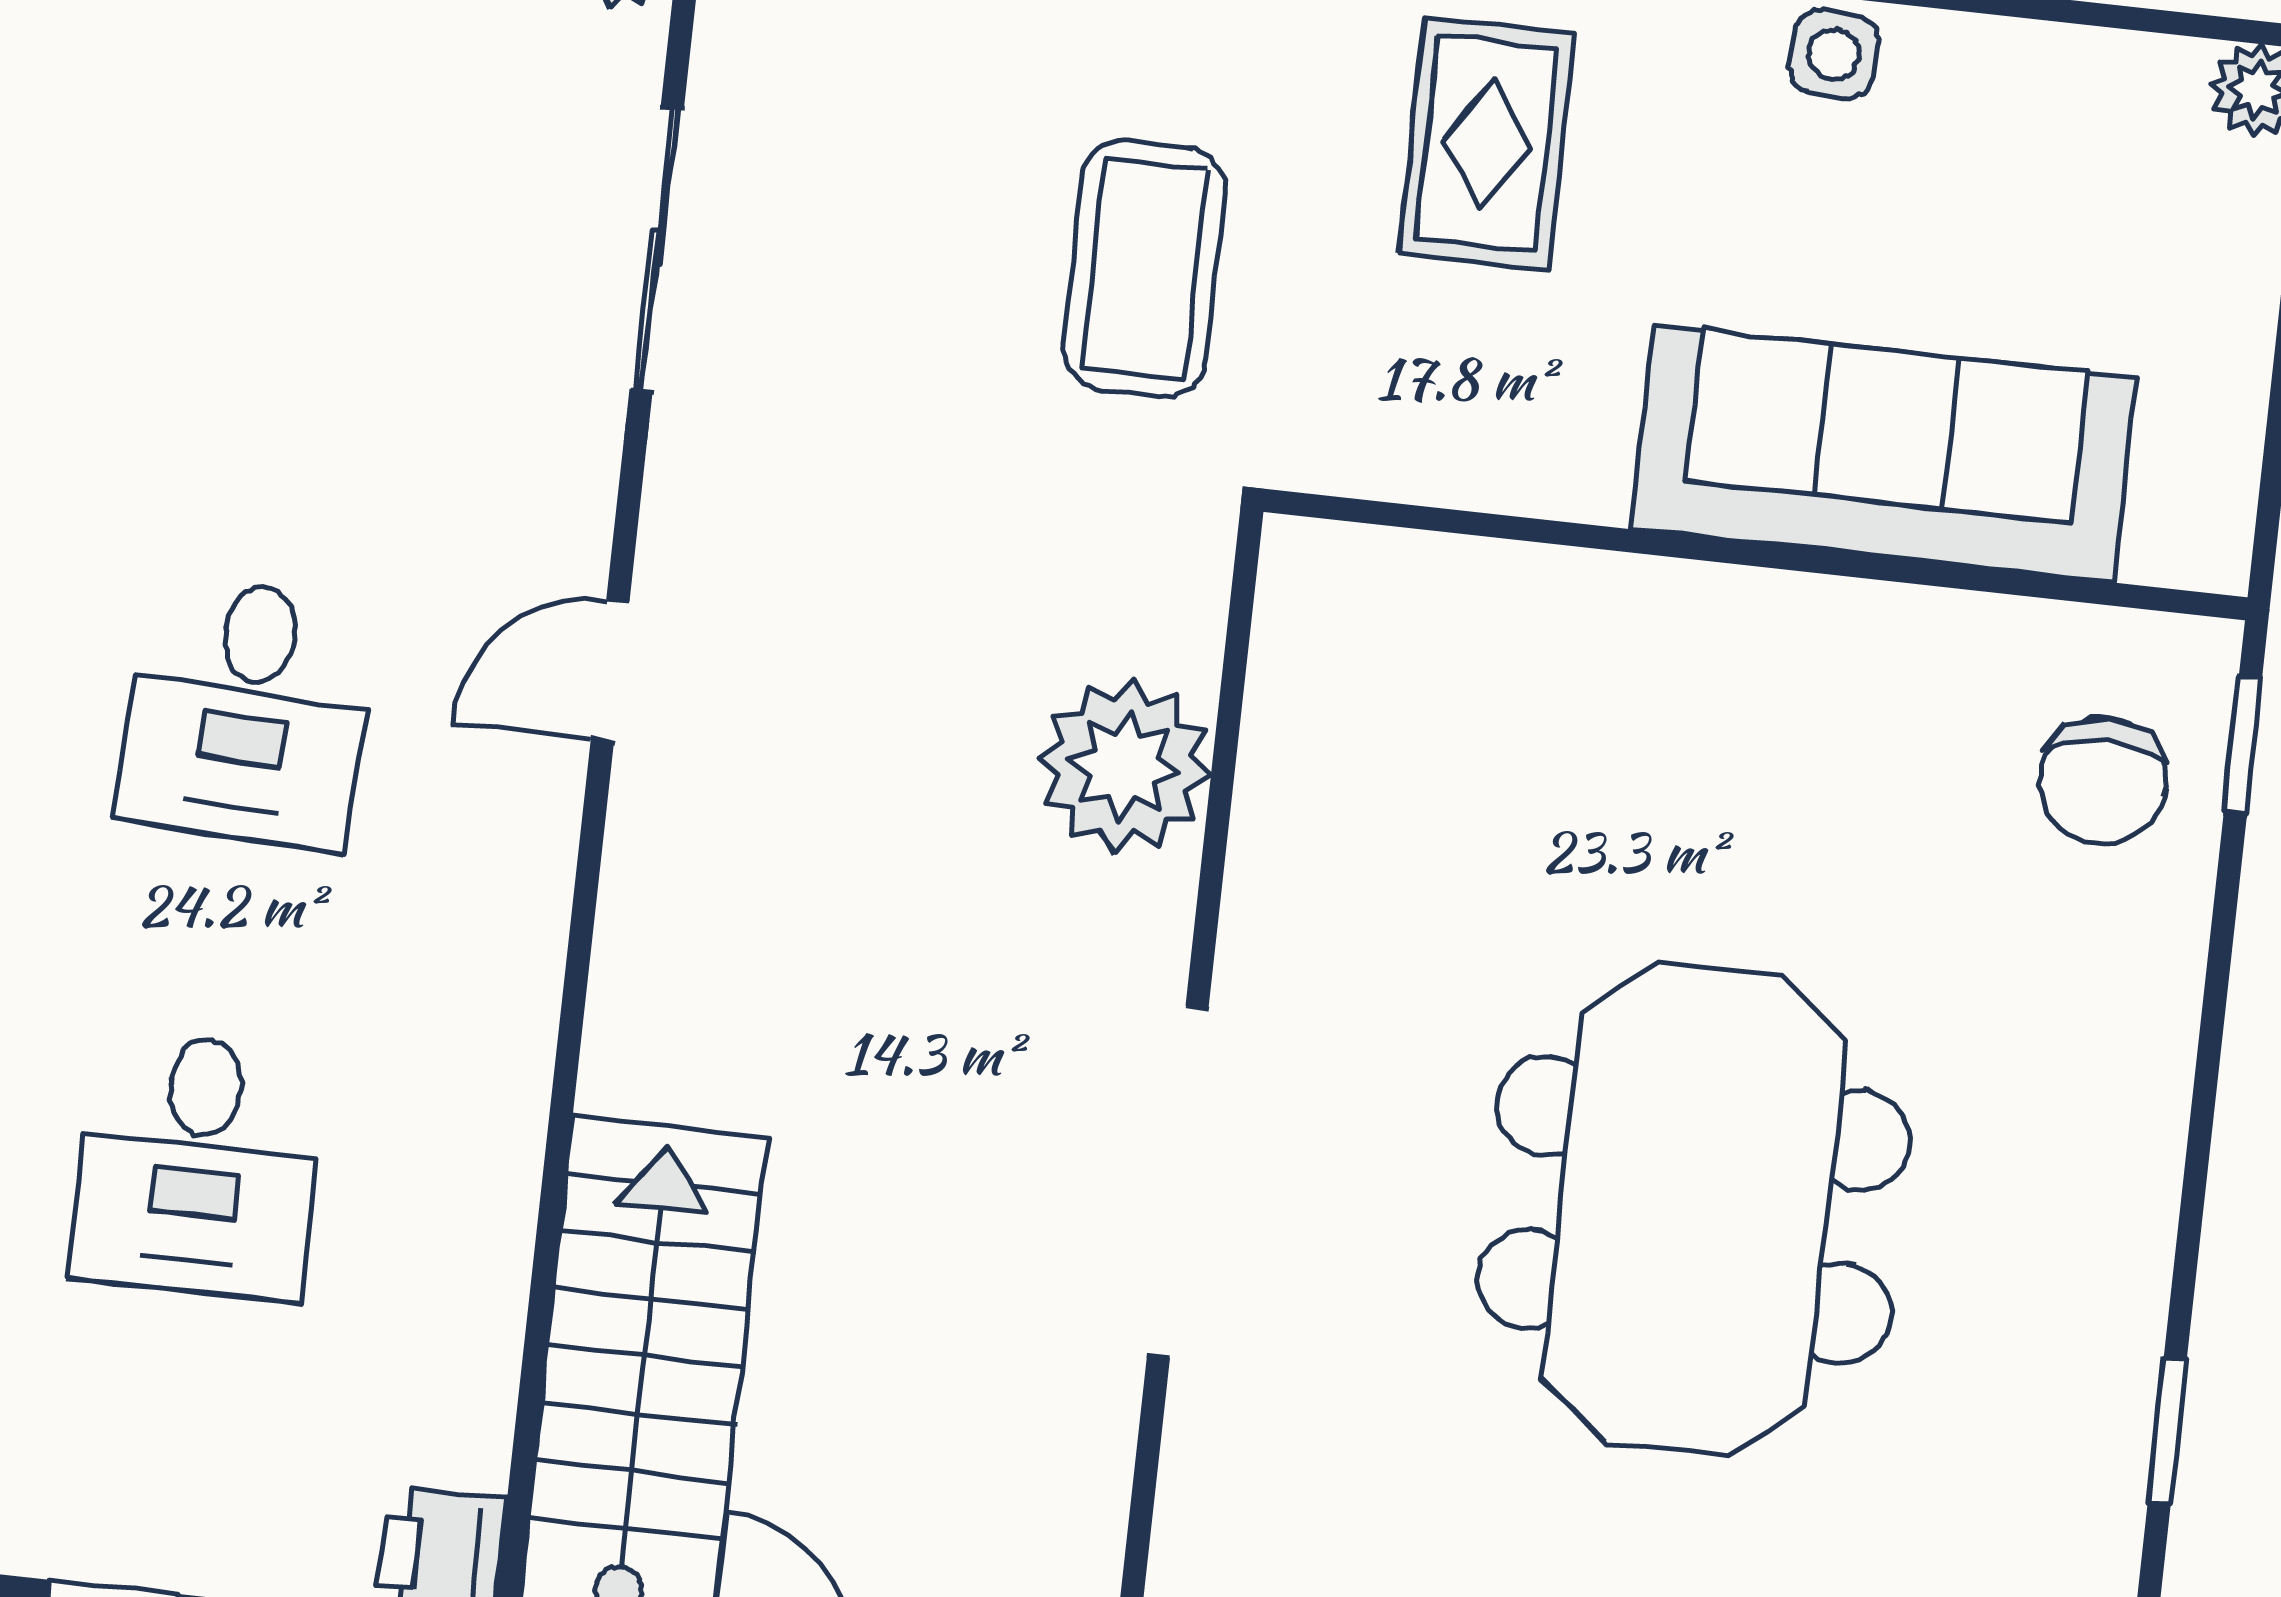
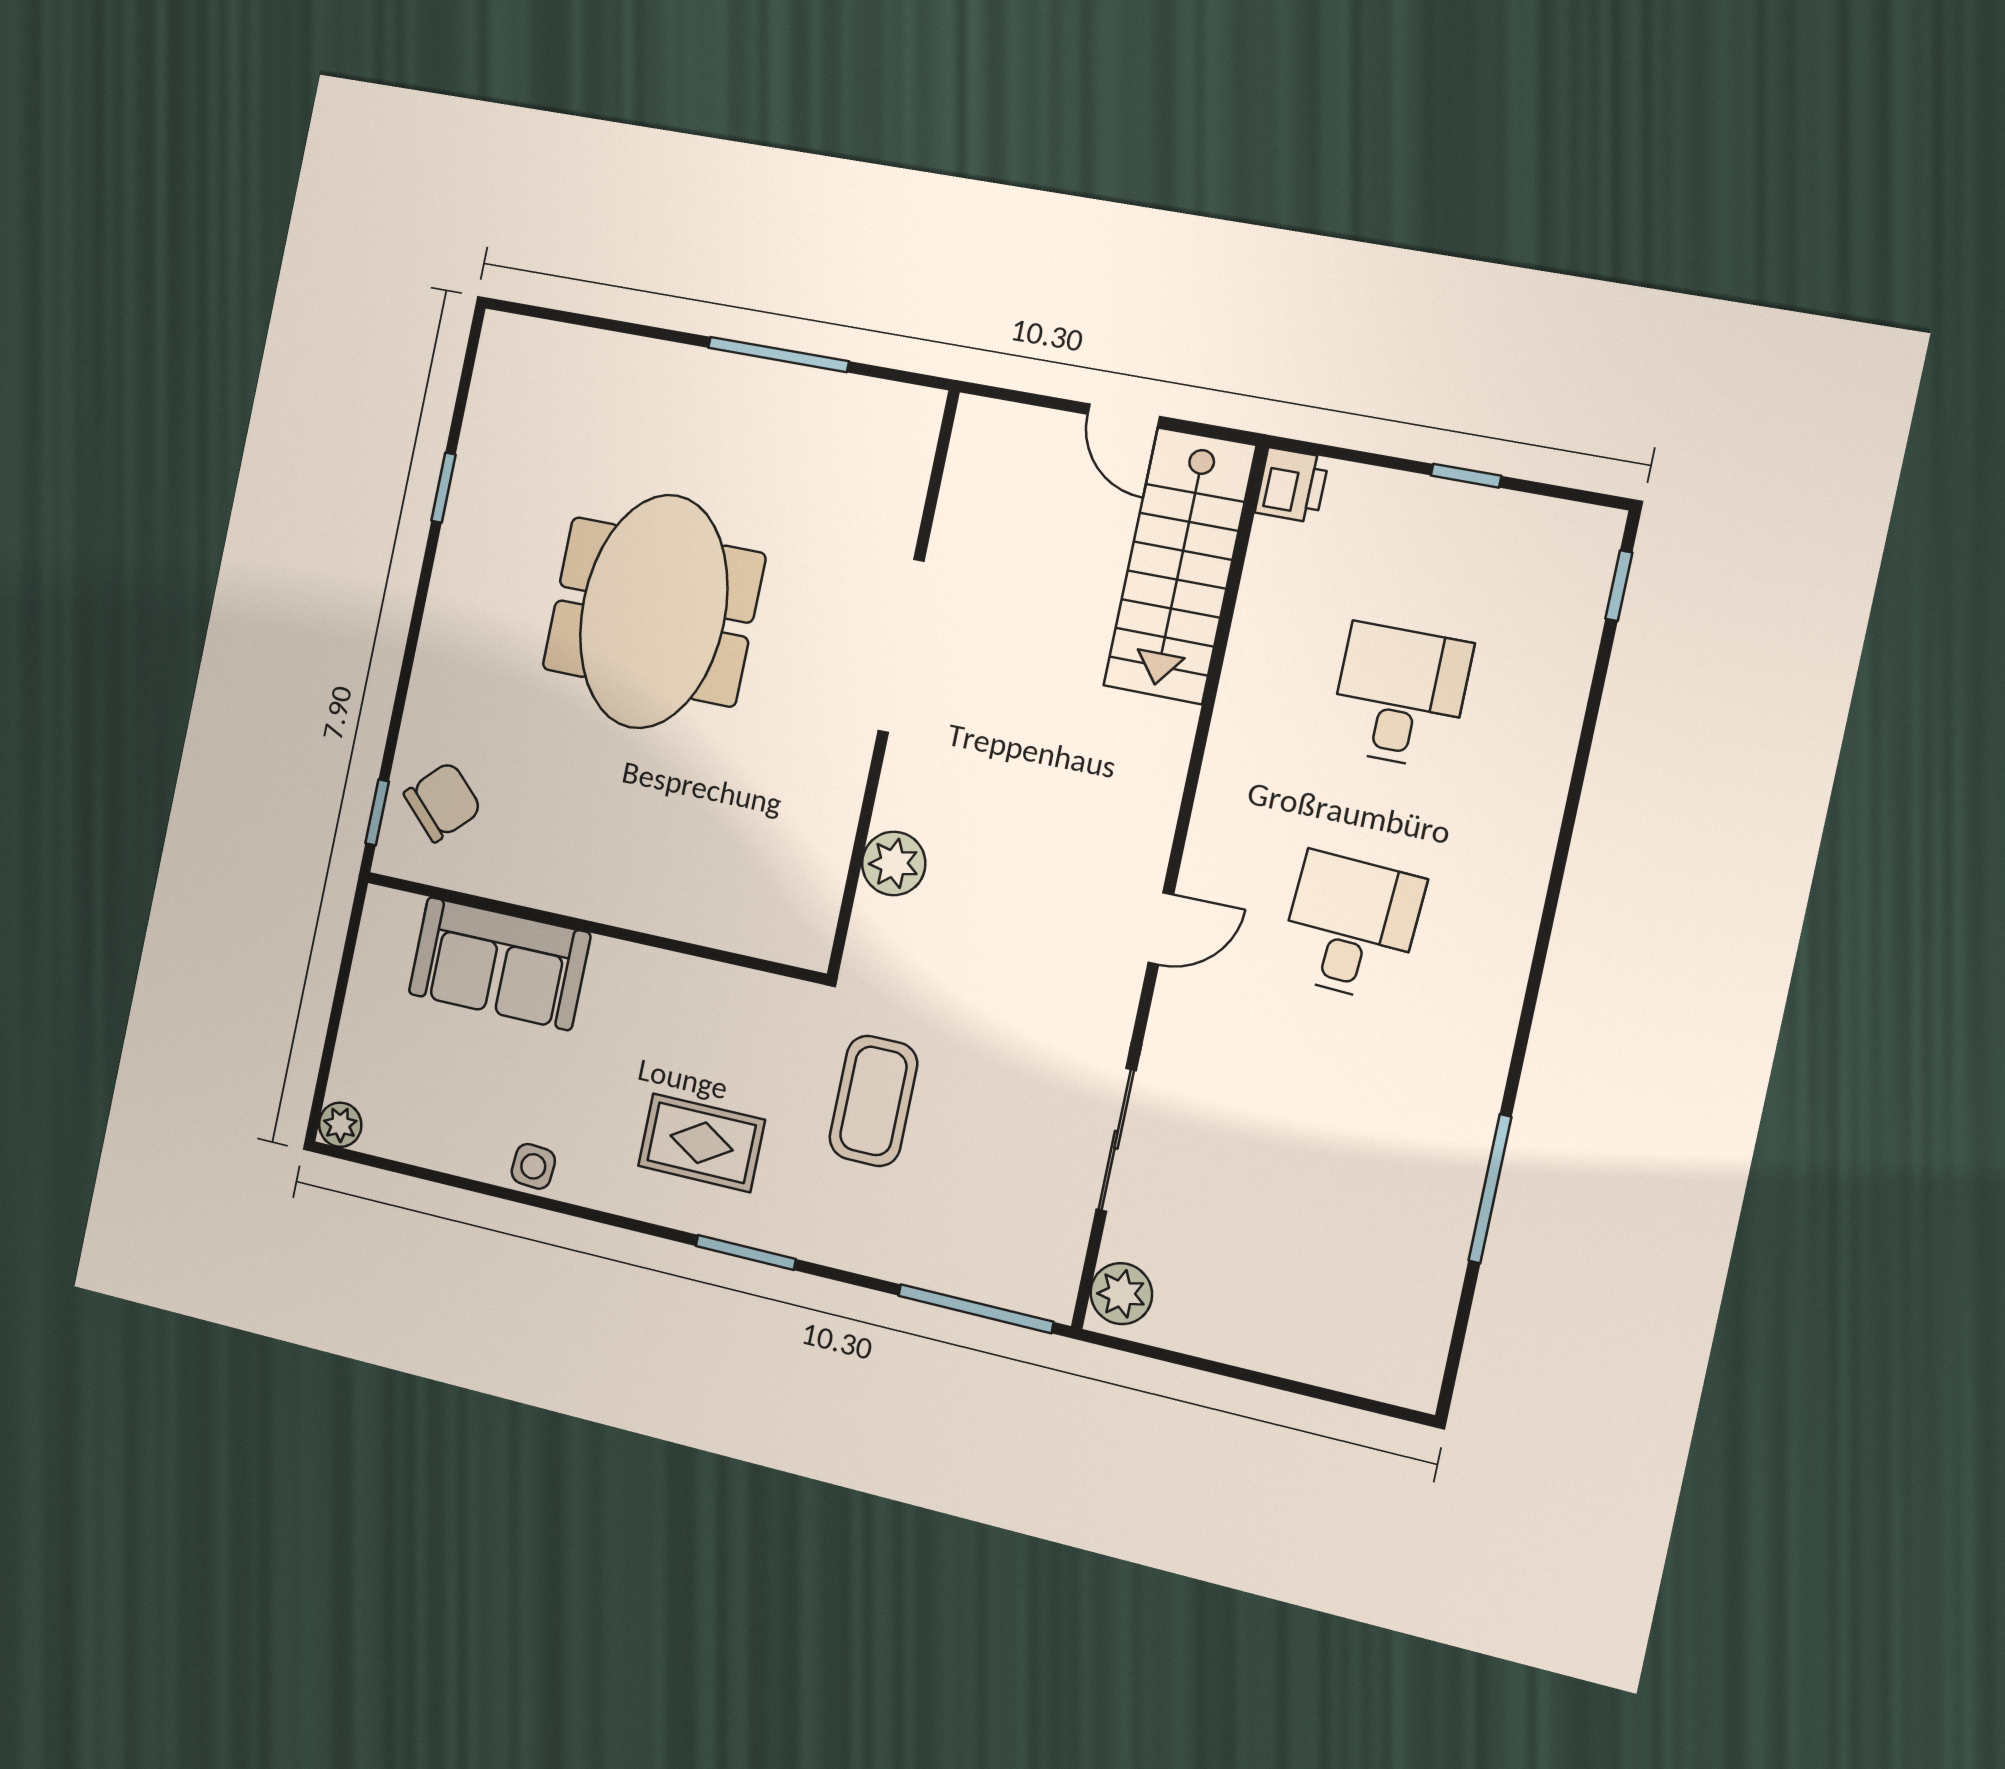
rug: (1487, 144) -> (702, 1143), turned 90
sofa: (1884, 453) -> (499, 963), width x0.73
plant: (1125, 766) -> (894, 863), width x0.73, depth x0.73
chair: (2103, 781) -> (443, 802), turned 45

